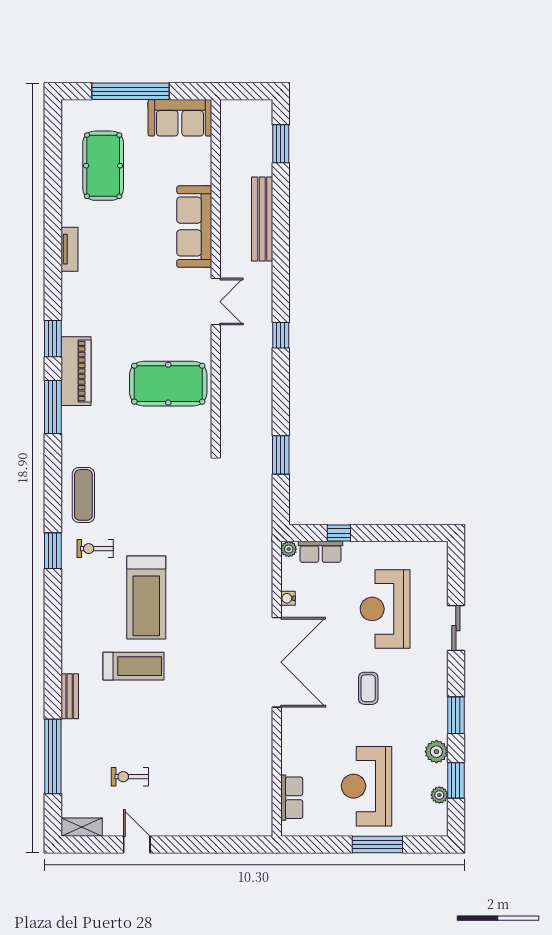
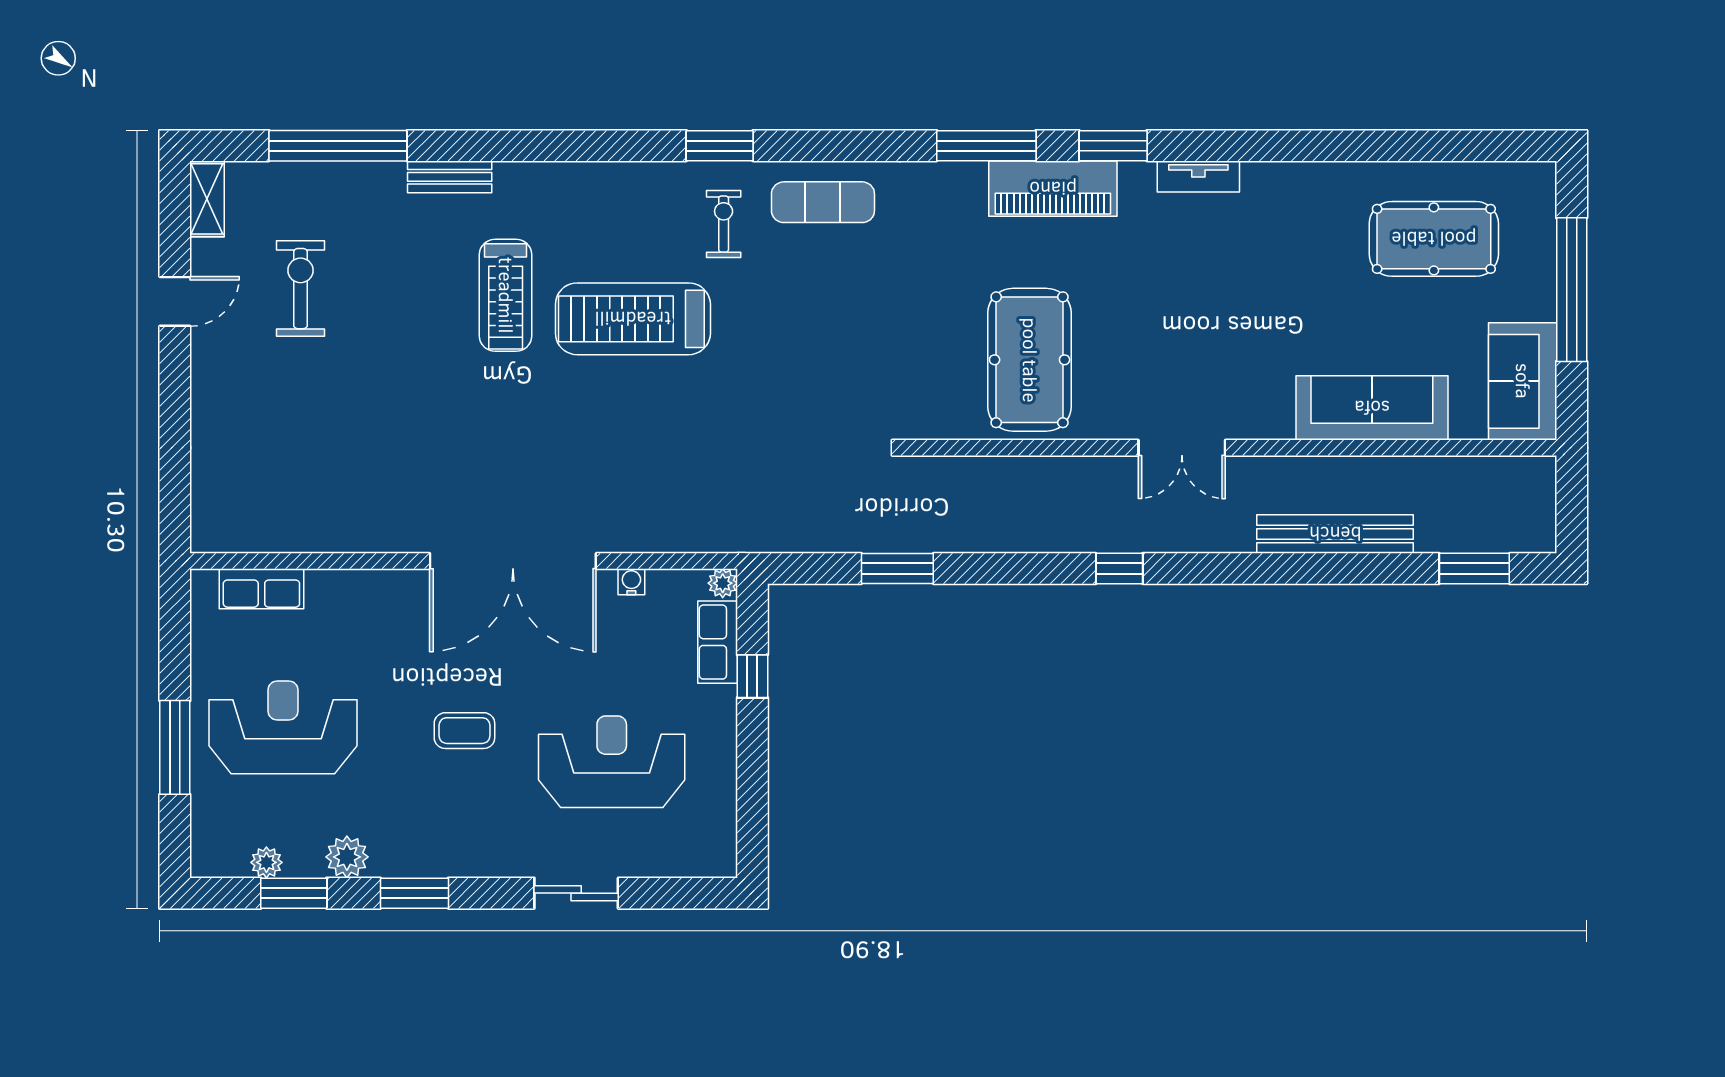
sofa: (194, 227) -> (1372, 408), moved
tv unit: (69, 249) -> (1198, 176), moved
exercise bike: (130, 777) -> (300, 289), width x1.38, depth x1.39

